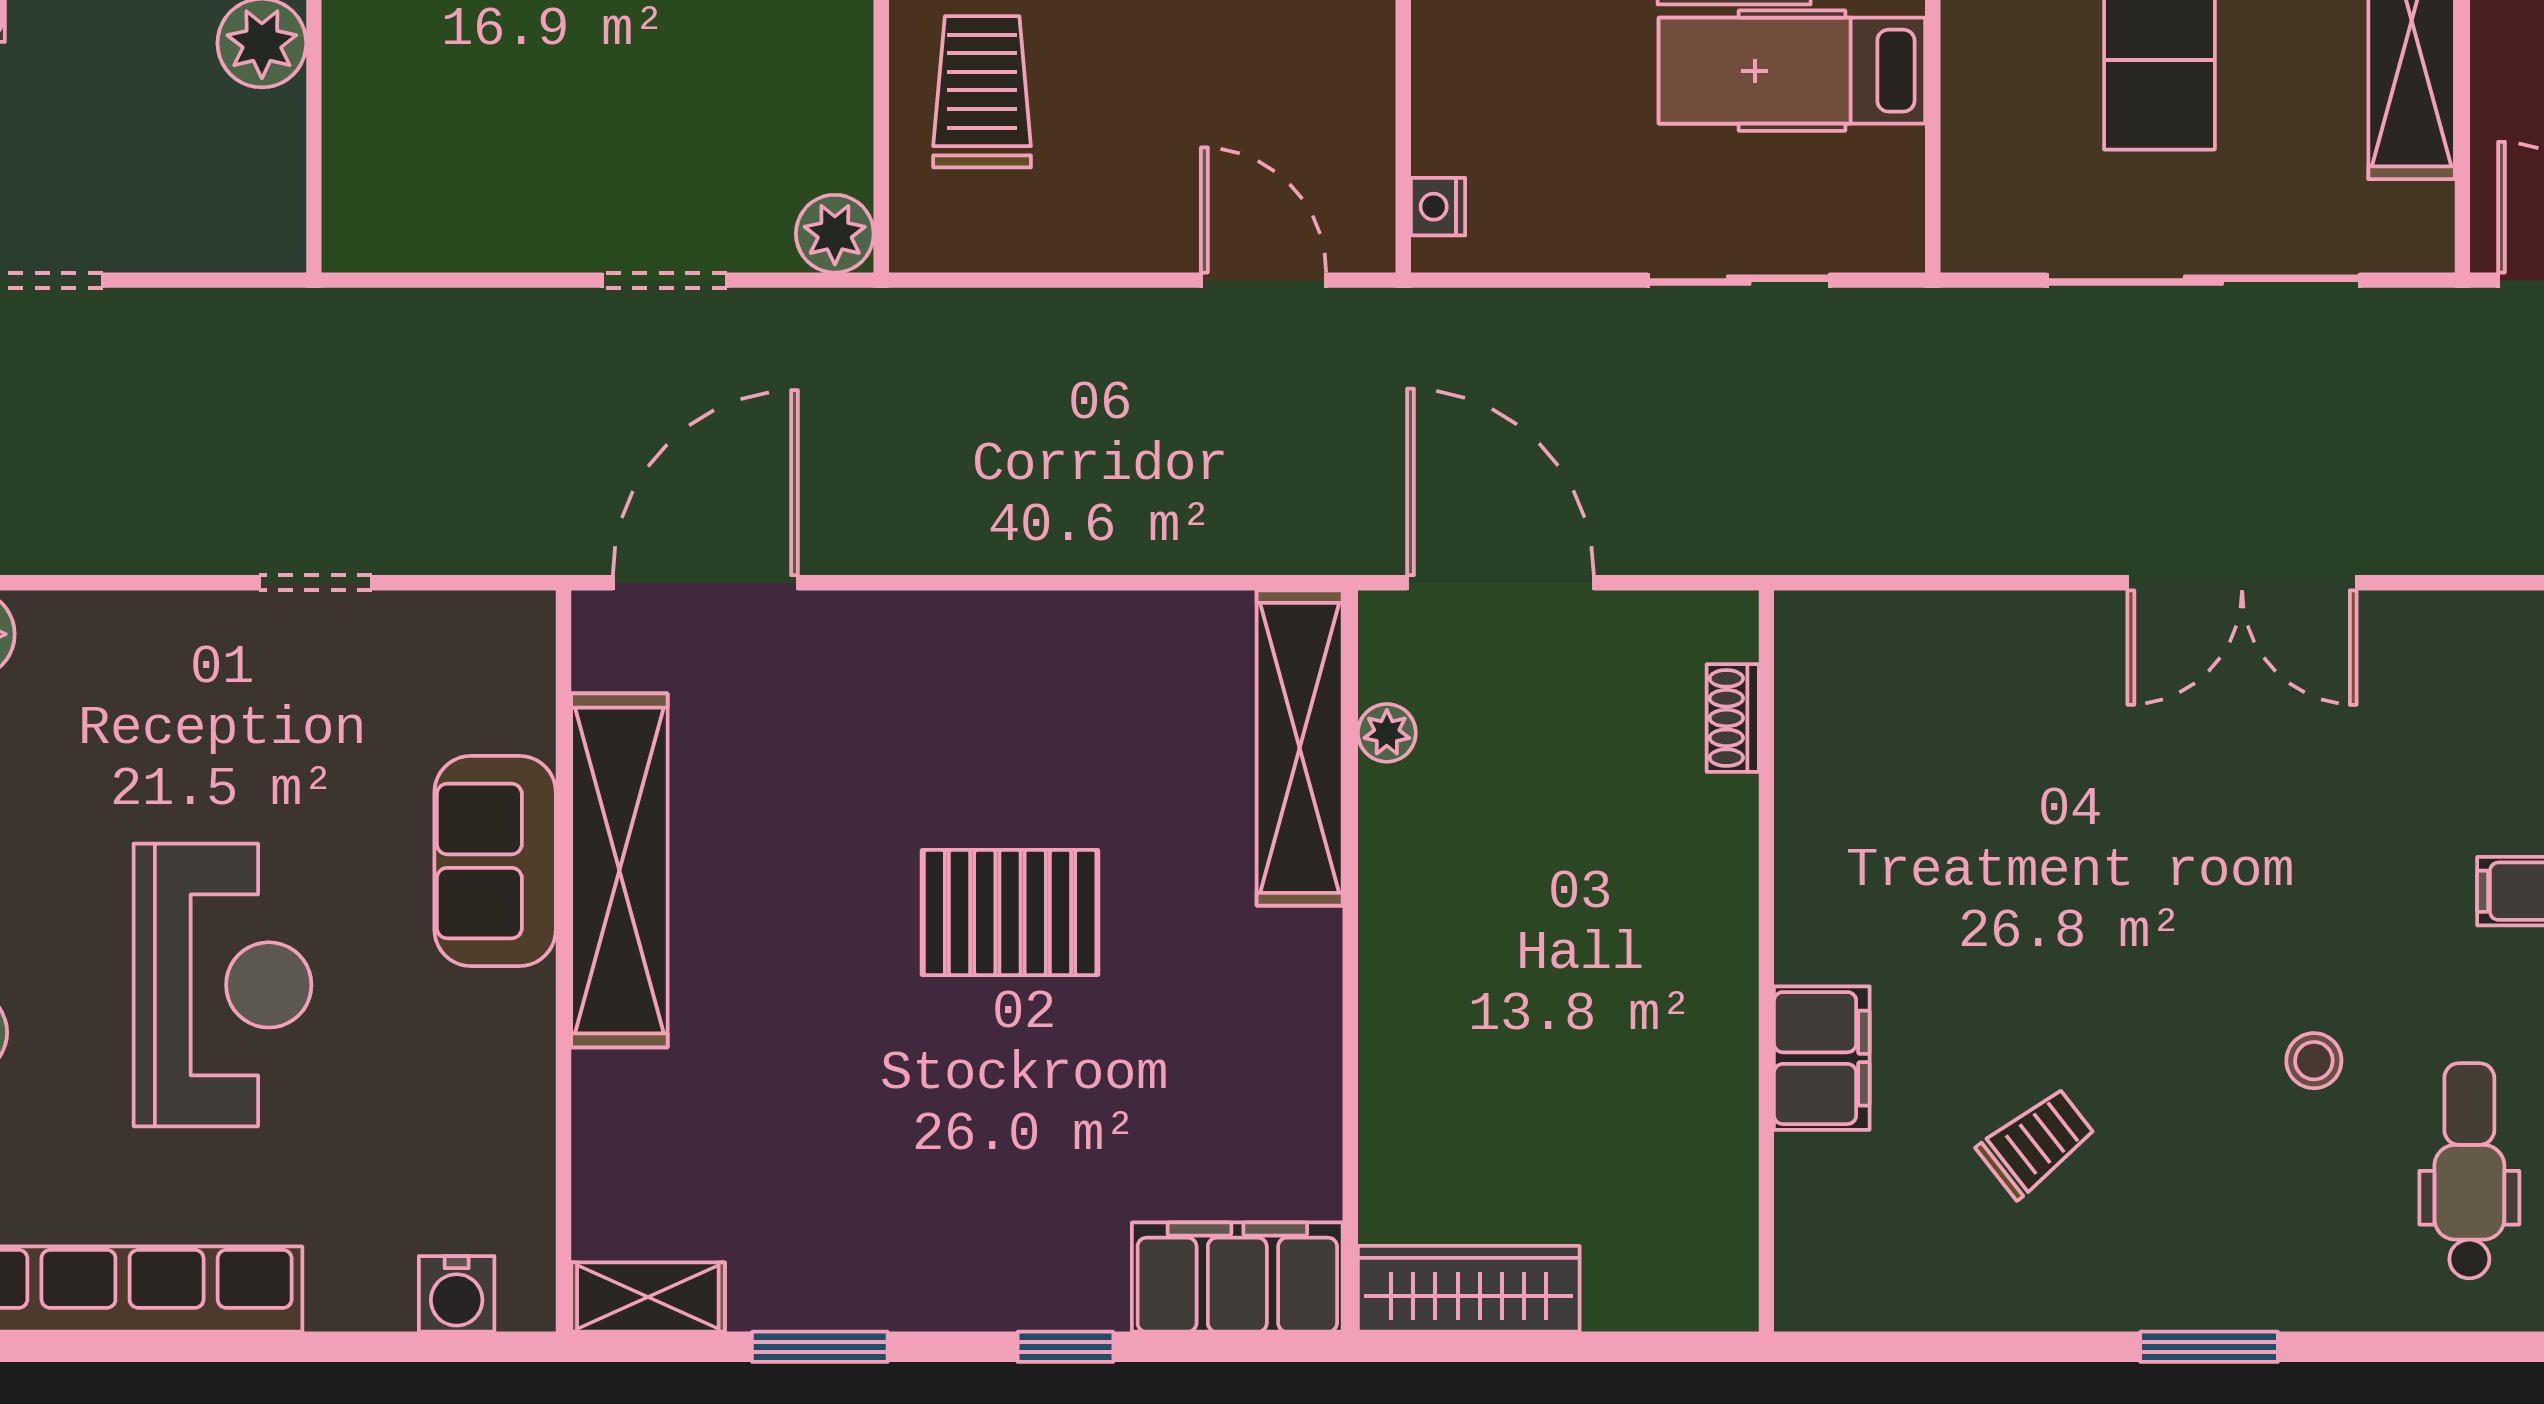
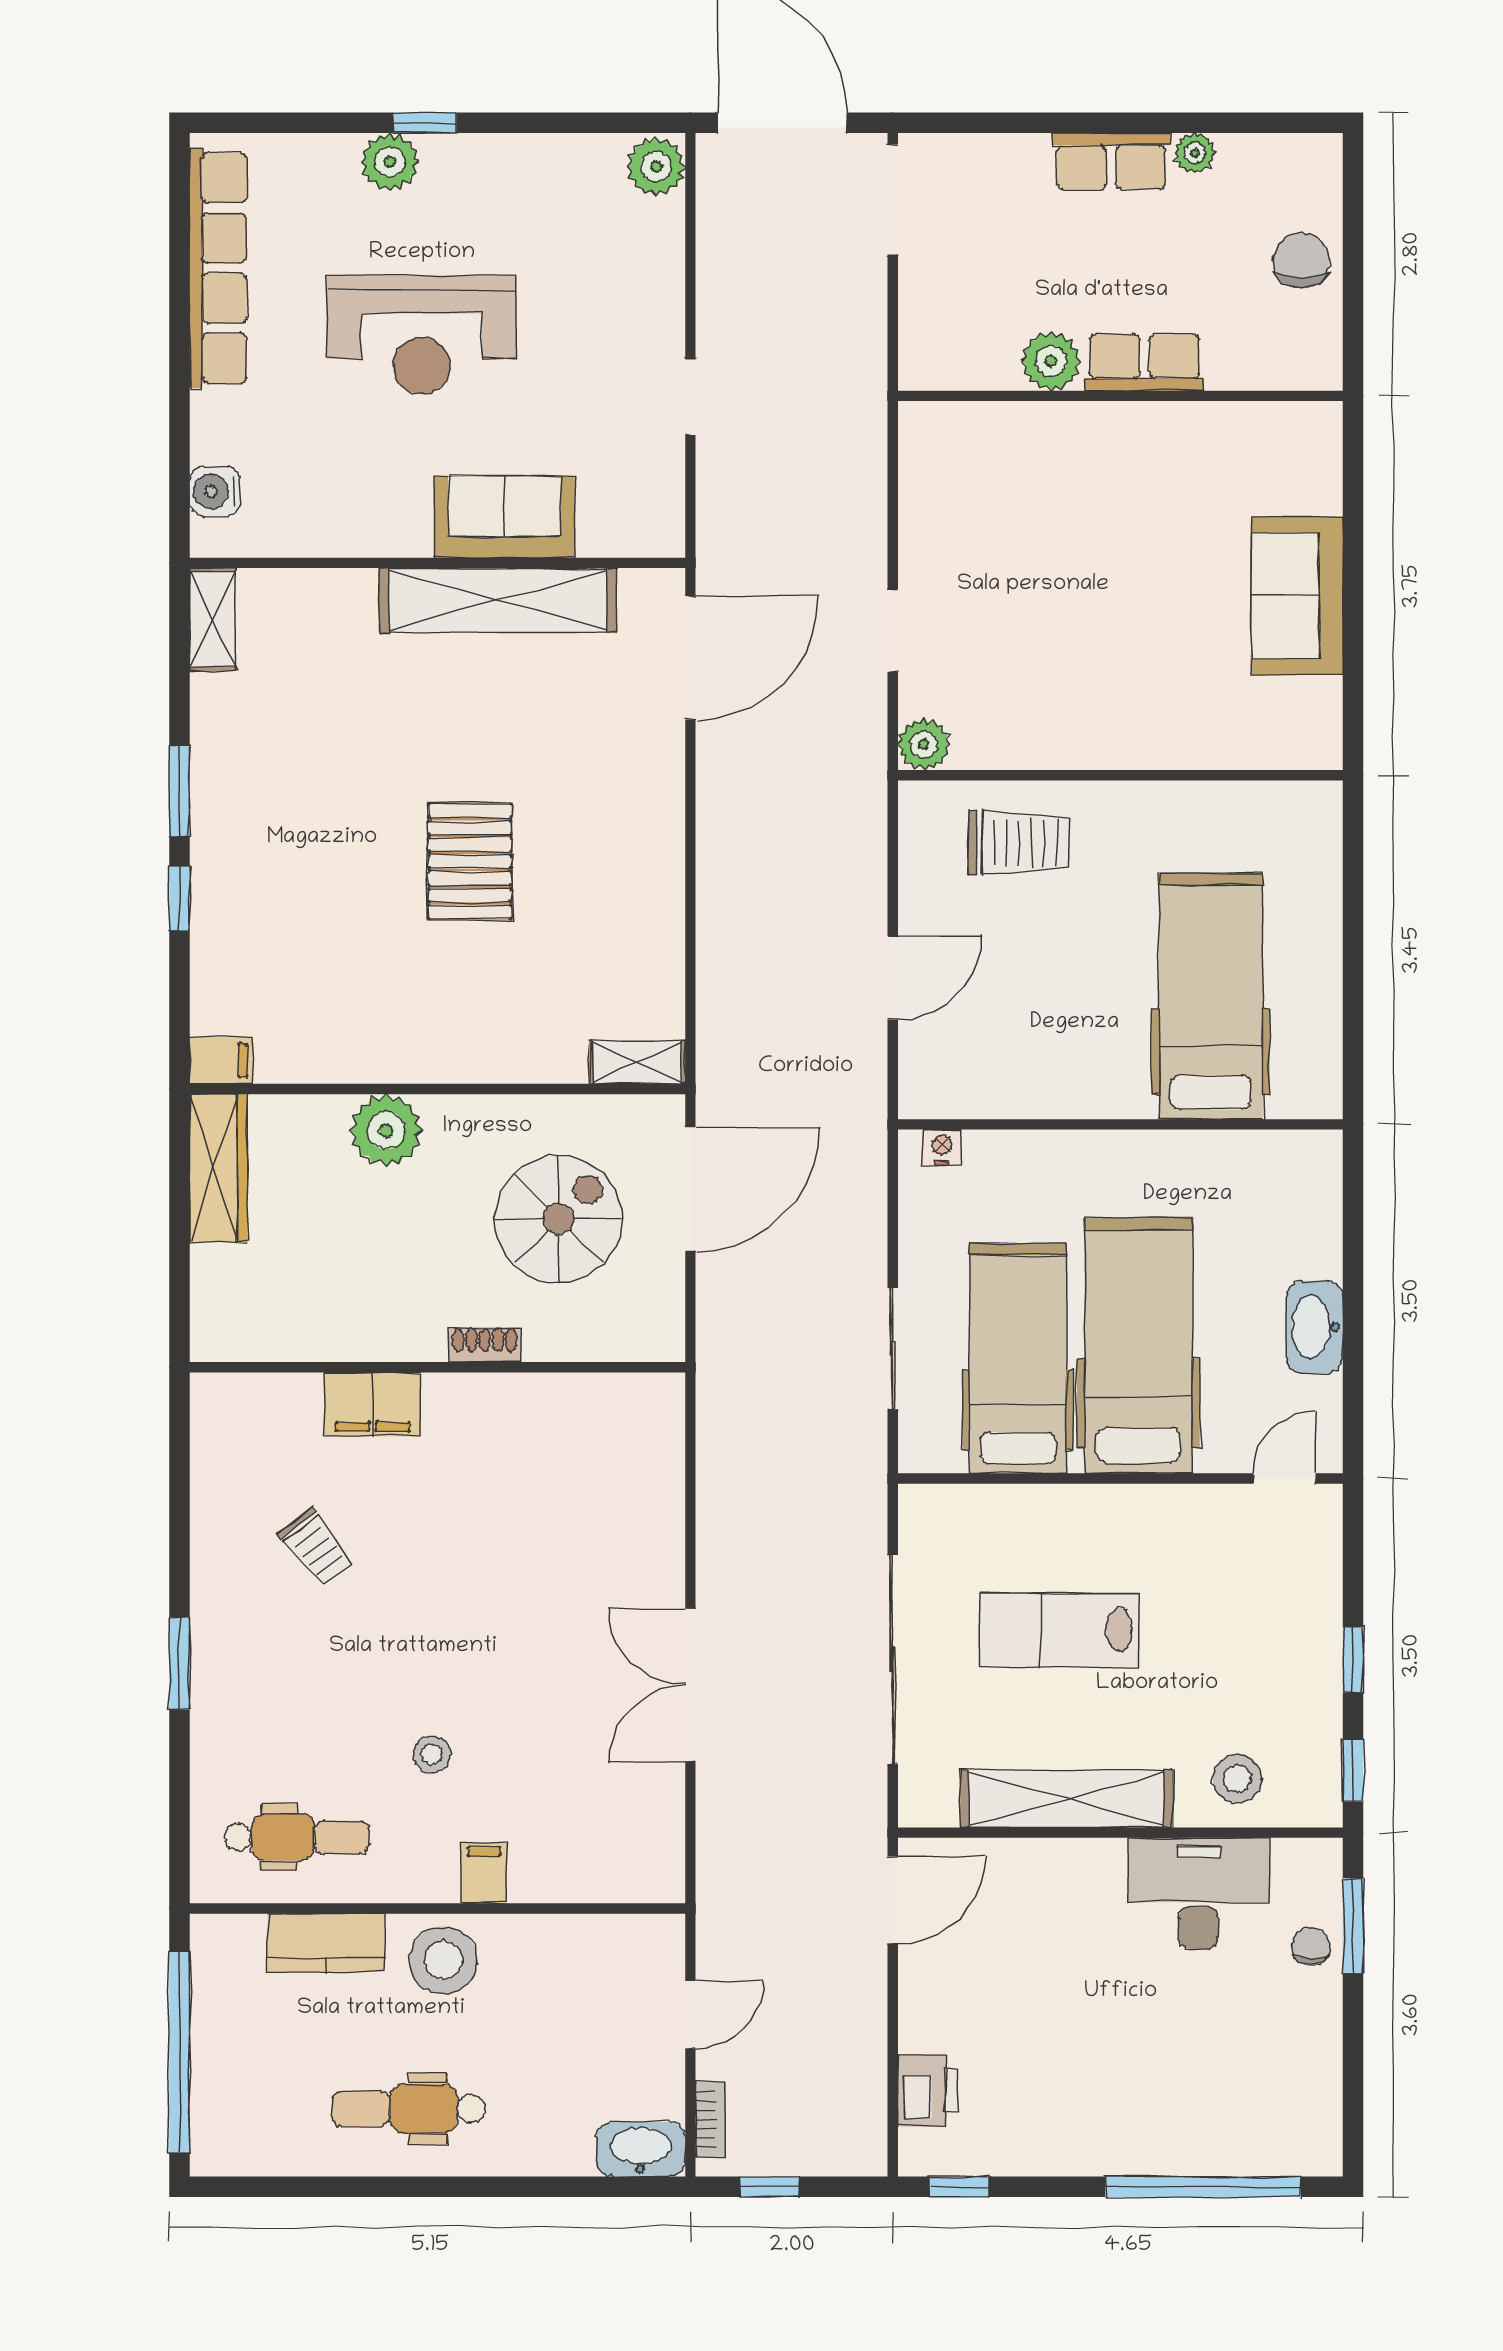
hospital bed: (1792, 71) -> (1018, 1358), width x1.37, depth x1.29
door: (1264, 280) -> (893, 978), moved
door: (705, 583) -> (690, 658), hinge flipped
shoe rack: (1733, 718) -> (485, 1345), moved
plant: (1387, 733) -> (386, 1130), moved, width x1.88, depth x1.88
shelving: (1300, 748) -> (637, 1062), width x0.45, depth x0.75
spiral stairs: (1544, 780) -> (559, 1219), added
stool: (2314, 1061) -> (432, 1754), moved
filing cabinet: (1237, 1277) -> (221, 1060), width x0.33, depth x0.86
window: (820, 1347) -> (179, 791), moved

